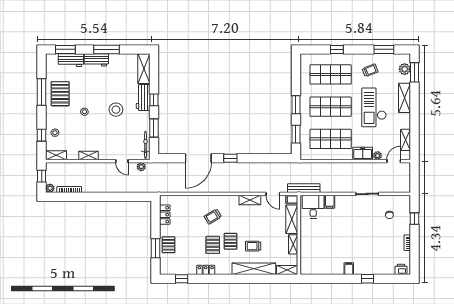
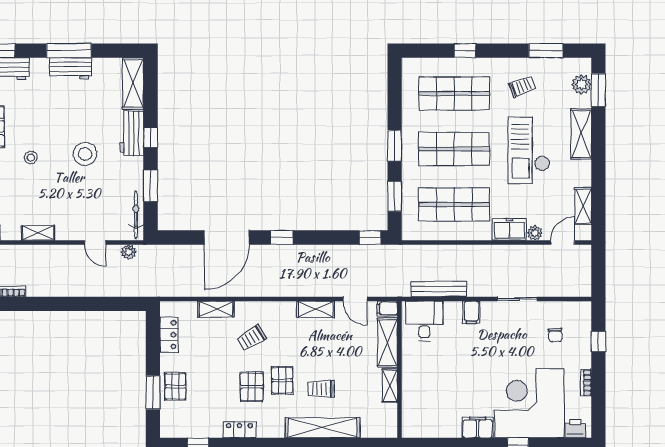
workbench: (96, 60) -> (71, 68), moved
window: (282, 158) -> (370, 238), added
bench: (304, 188) -> (439, 289), moved
filing cabinet: (330, 202) -> (471, 312), moved
corner desk: (374, 255) -> (529, 403), added
filing cabinet: (349, 269) -> (478, 427), width x2.00
shelving: (287, 270) -> (216, 309), moved

